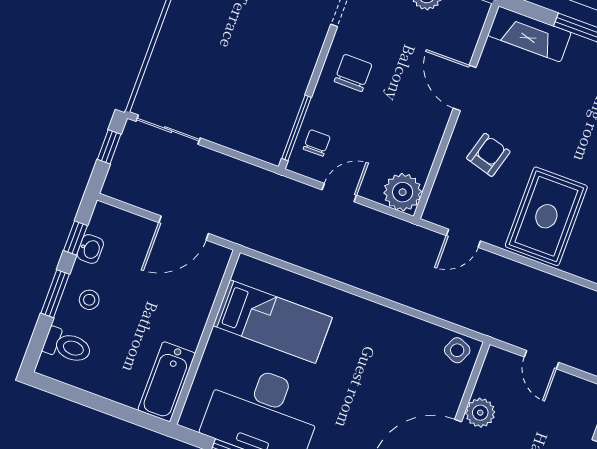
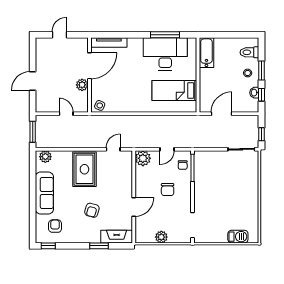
chair: (353, 73) -> (168, 190), moved
door: (465, 88) -> (134, 207), hinge flipped
armchair: (488, 155) -> (92, 210), moved

